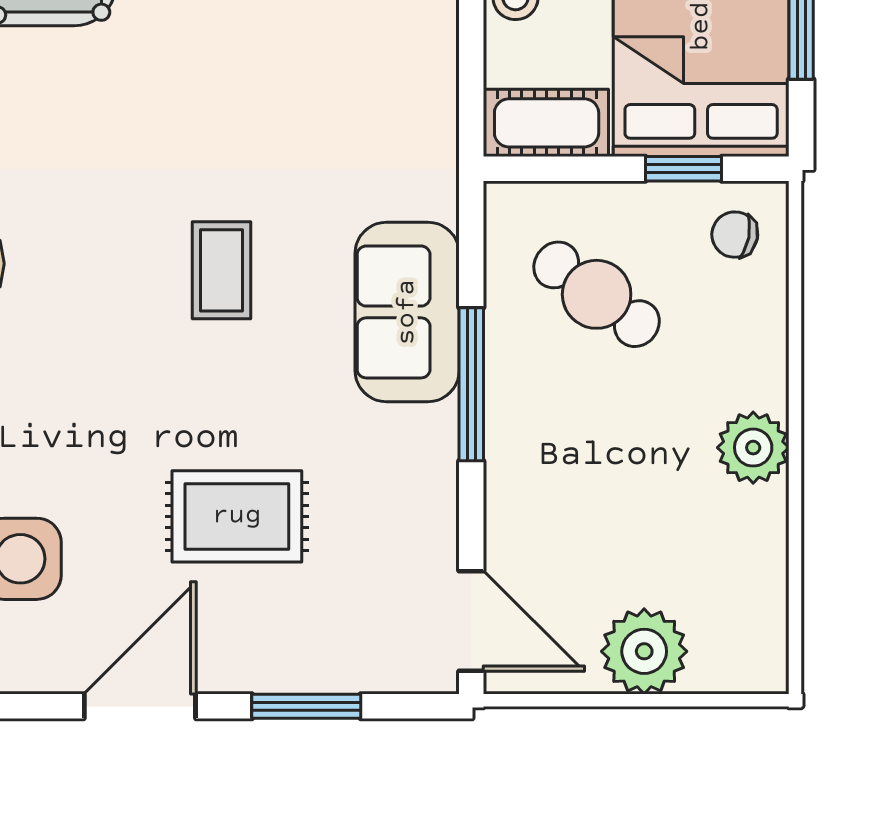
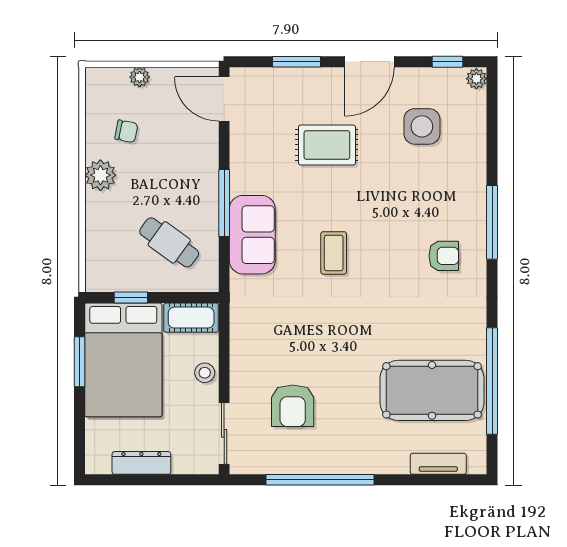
chair: (735, 235) -> (126, 131), moved
plant: (644, 651) -> (140, 77), width x0.53, depth x0.53

